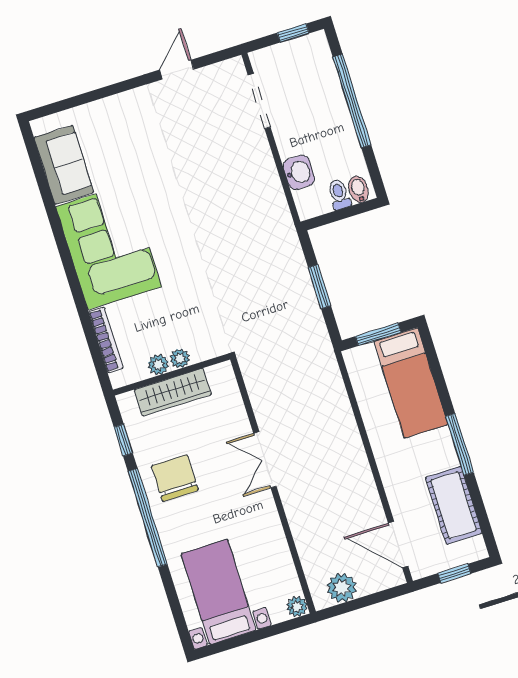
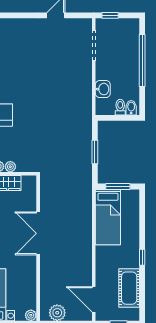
window: (293, 33) -> (110, 15), moved
bed: (411, 383) -> (108, 217), moved
window: (460, 444) -> (142, 257), width x0.46
double door: (265, 460) -> (38, 233), width x1.37

